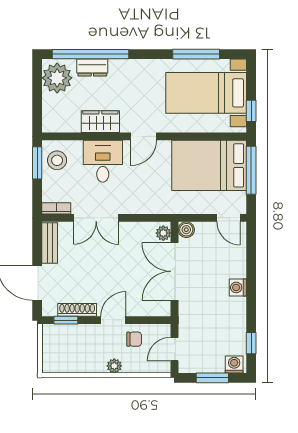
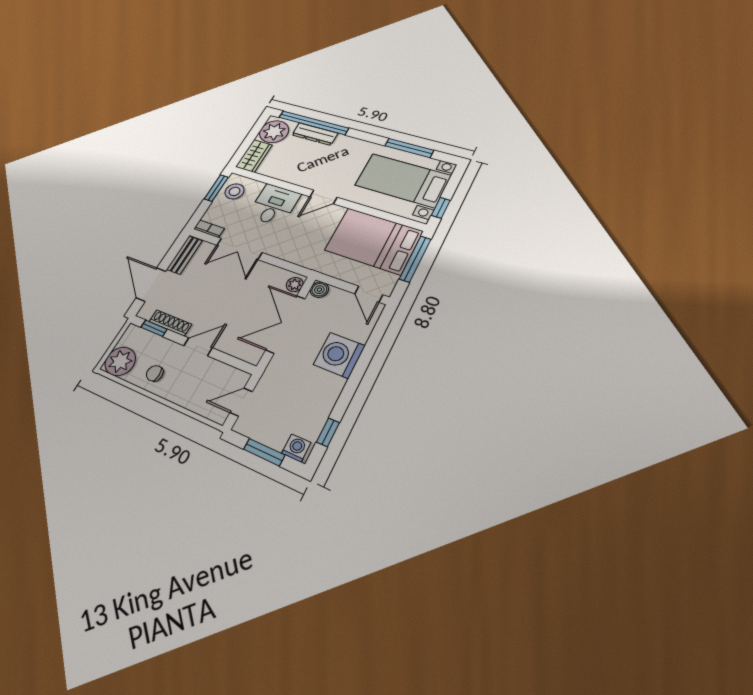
dresser: (92, 68) -> (315, 134), width x1.44
wardrobe: (100, 122) -> (254, 156), moved, turned 90
washing machine: (238, 287) -> (339, 355), width x1.89, depth x1.89
chair: (134, 339) -> (155, 373), moved, turned 180
plant: (114, 366) -> (120, 361), moved, width x1.88, depth x1.88

